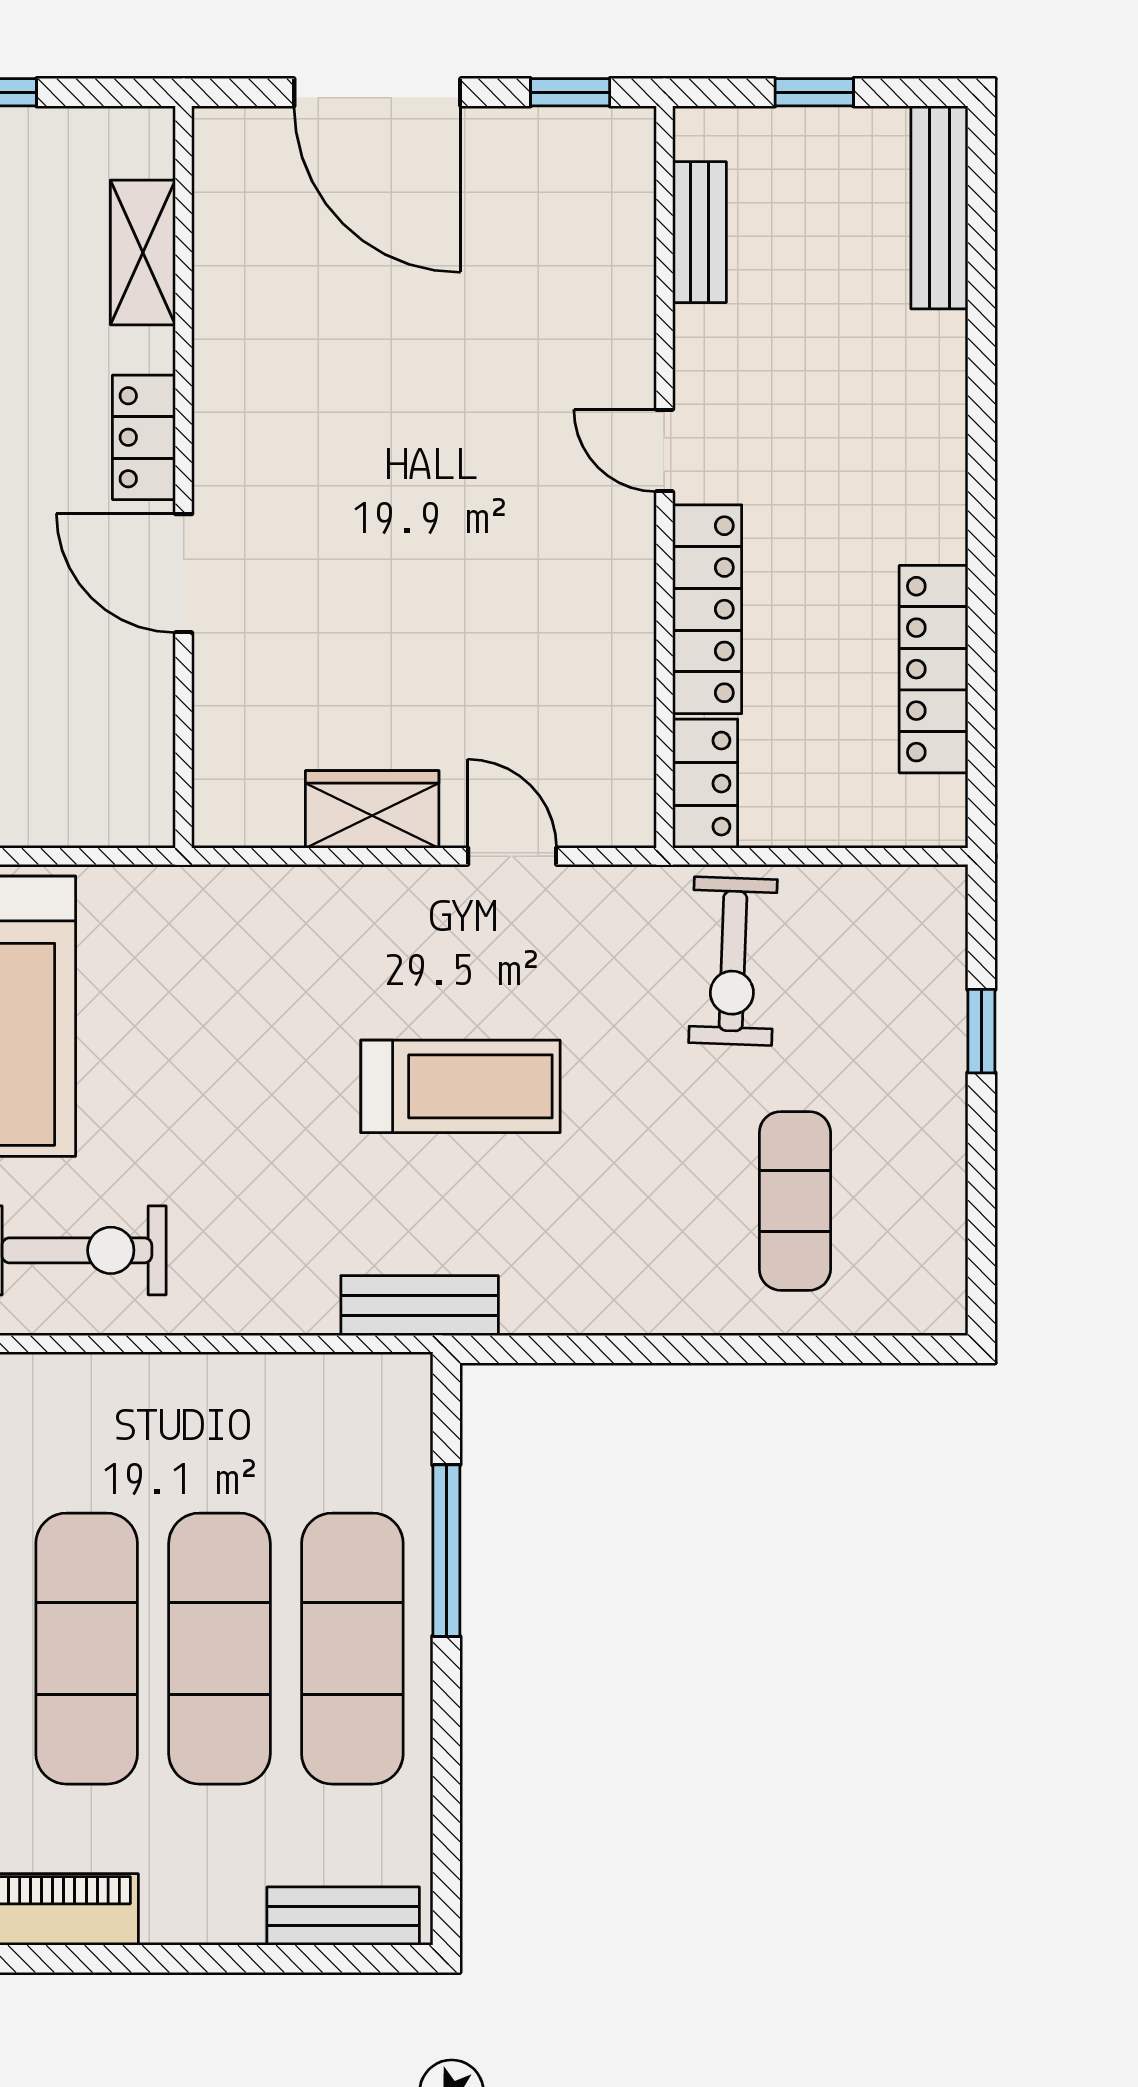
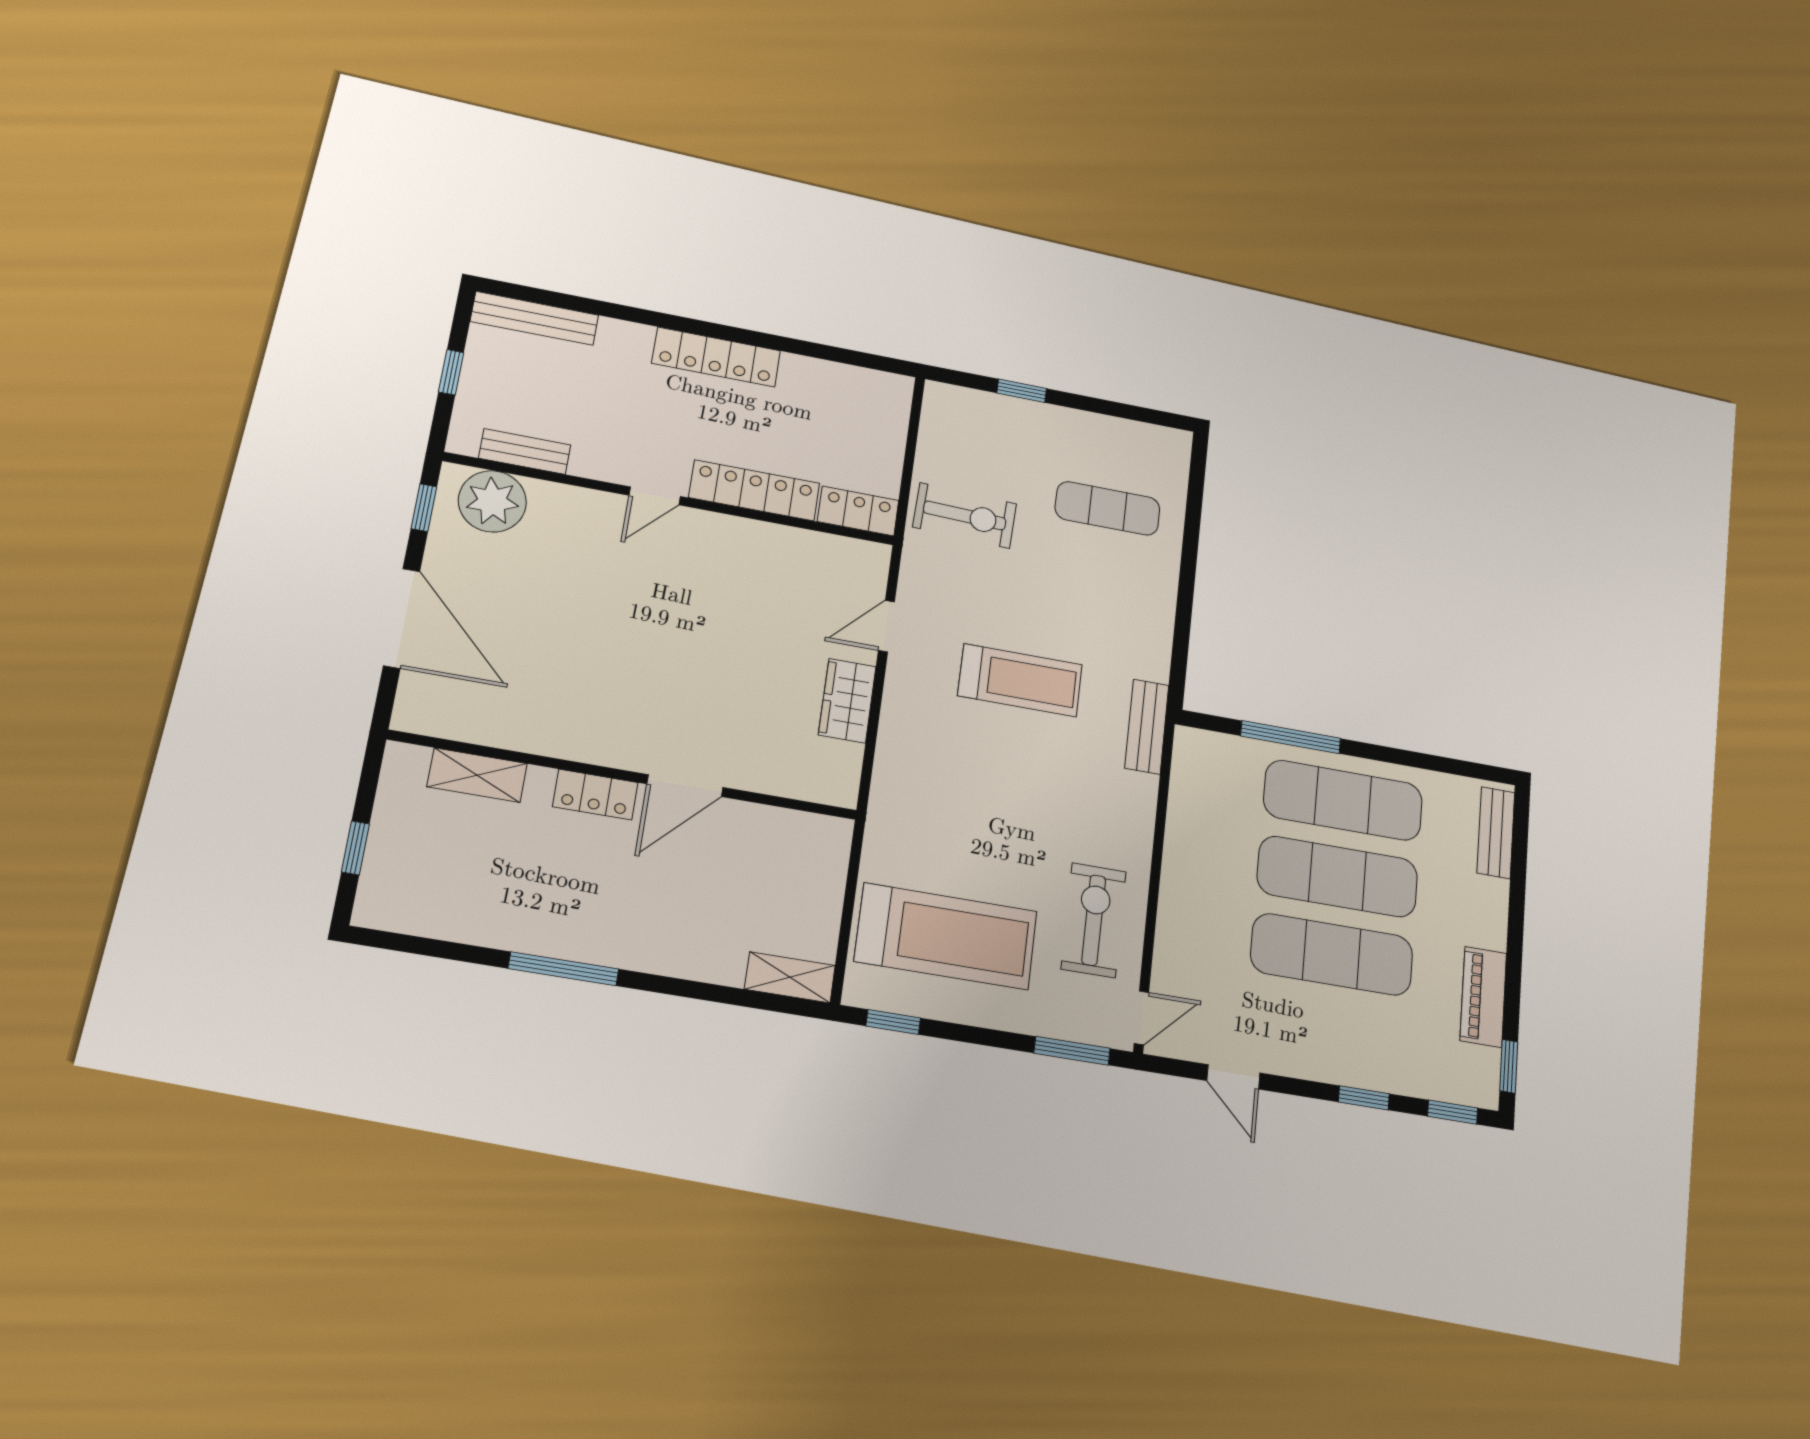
door: (377, 92) -> (402, 618), hinge flipped
plant: (603, 196) -> (492, 501), added
locker: (933, 669) -> (716, 357), moved
treadmill: (460, 1086) -> (1020, 680), turned 90

